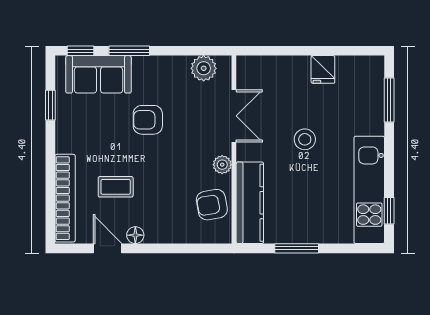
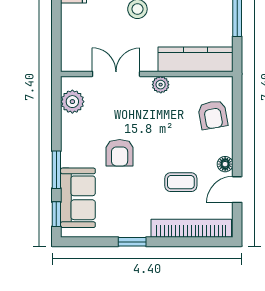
window: (50, 105) -> (132, 242), moved
coffee table: (116, 187) -> (181, 182), turned 90
armchair: (212, 205) -> (213, 115), moved

